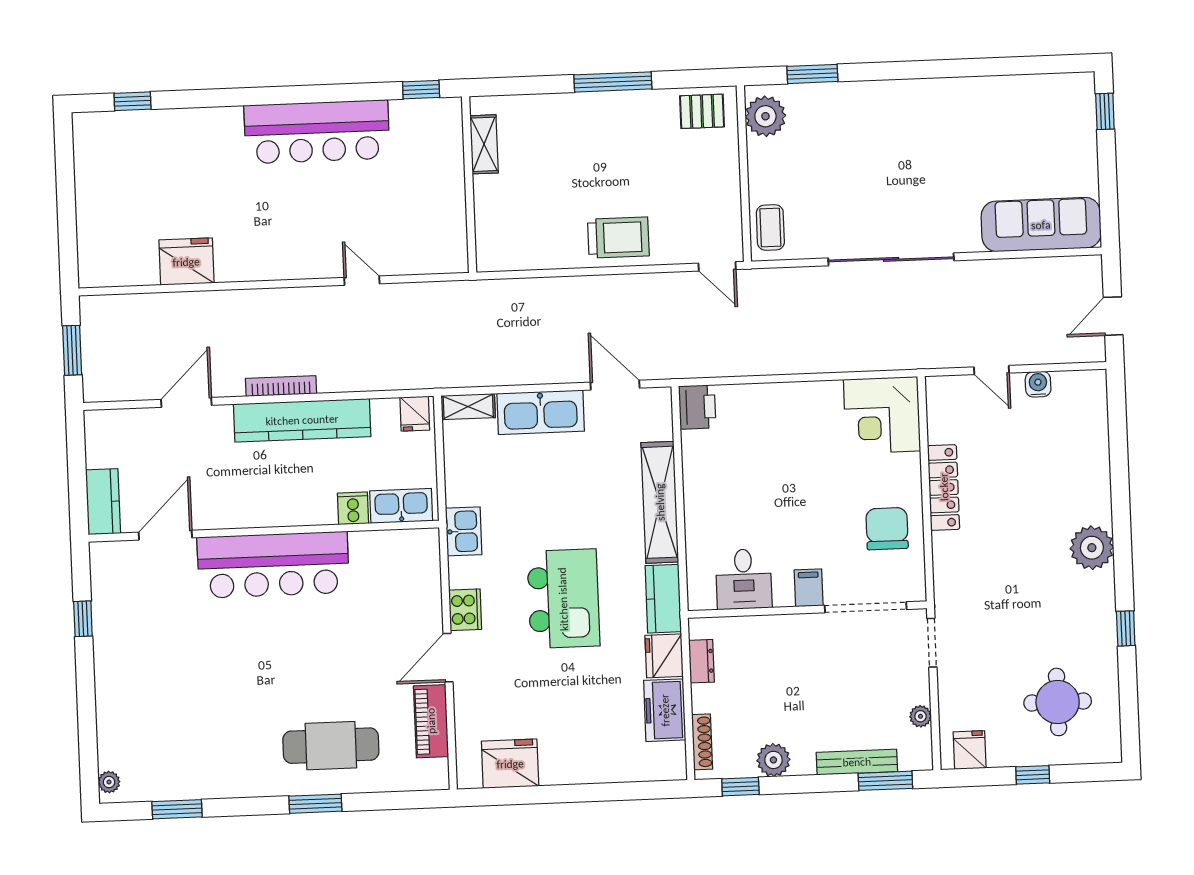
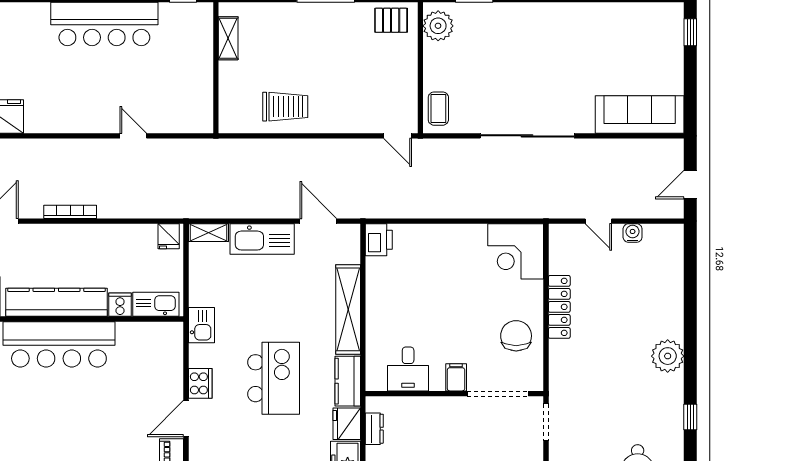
trolley: (618, 238) -> (285, 107), moved
kitchen counter: (302, 420) -> (57, 302), moved, turned 180

